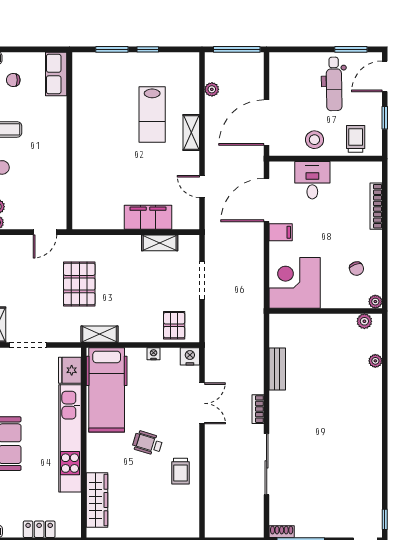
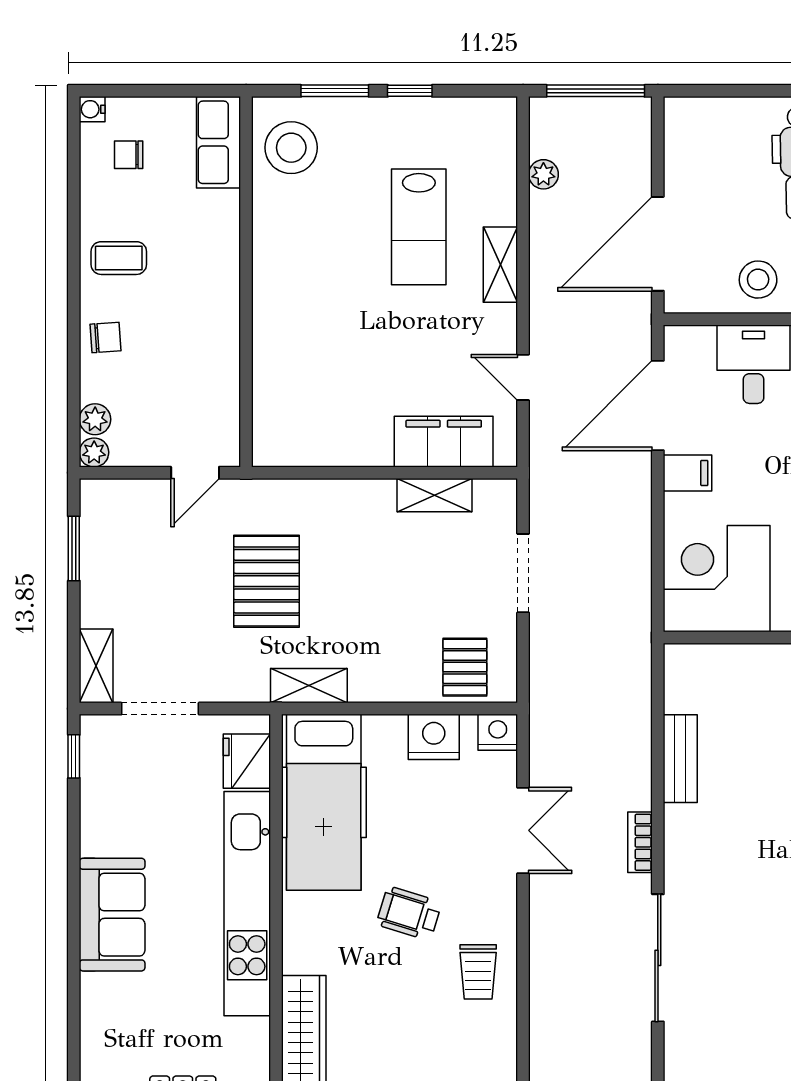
stool: (91, 77) -> (291, 148), added
filing cabinet: (148, 217) -> (444, 442), moved
nightstand: (154, 354) -> (434, 737), width x1.89, depth x1.79

